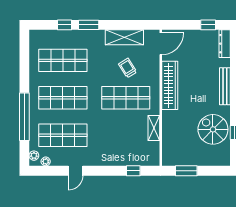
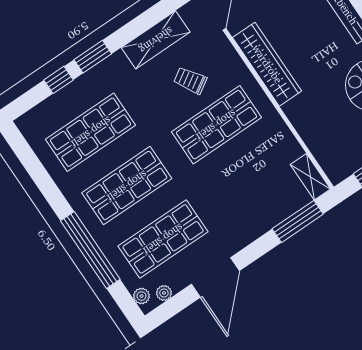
shelving: (154, 128) -> (310, 177), moved
door: (75, 171) -> (215, 277), width x1.88
window: (133, 171) -> (298, 221), width x2.17

